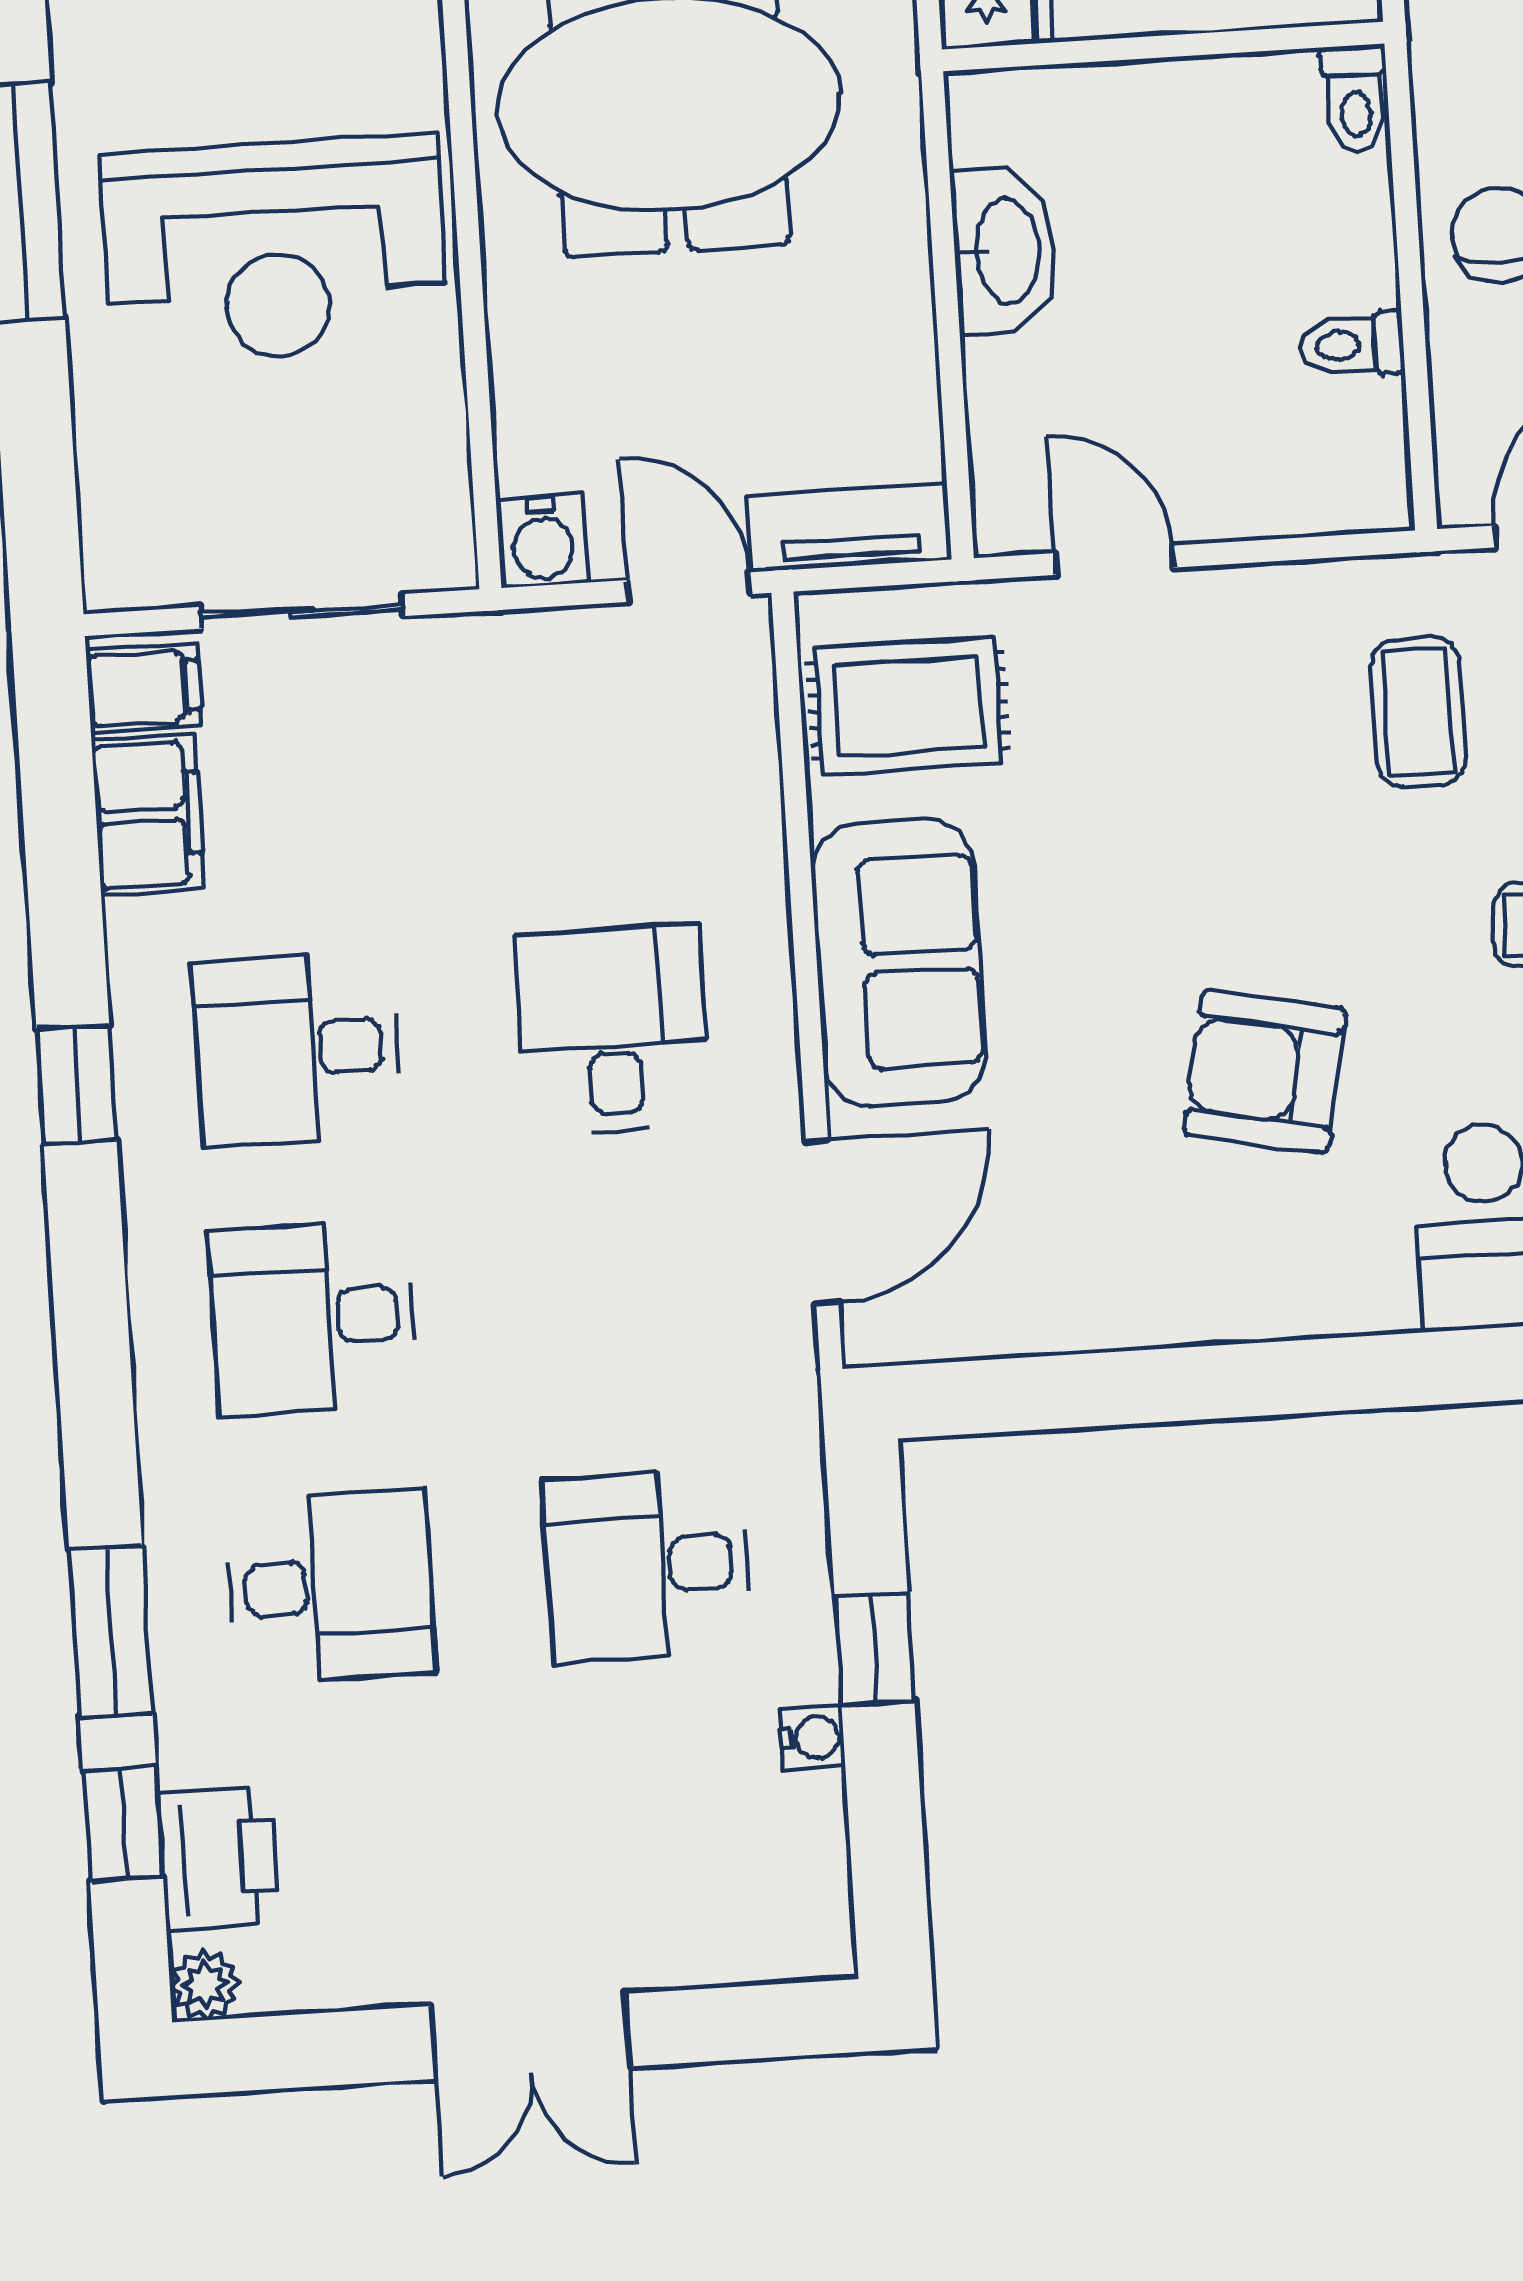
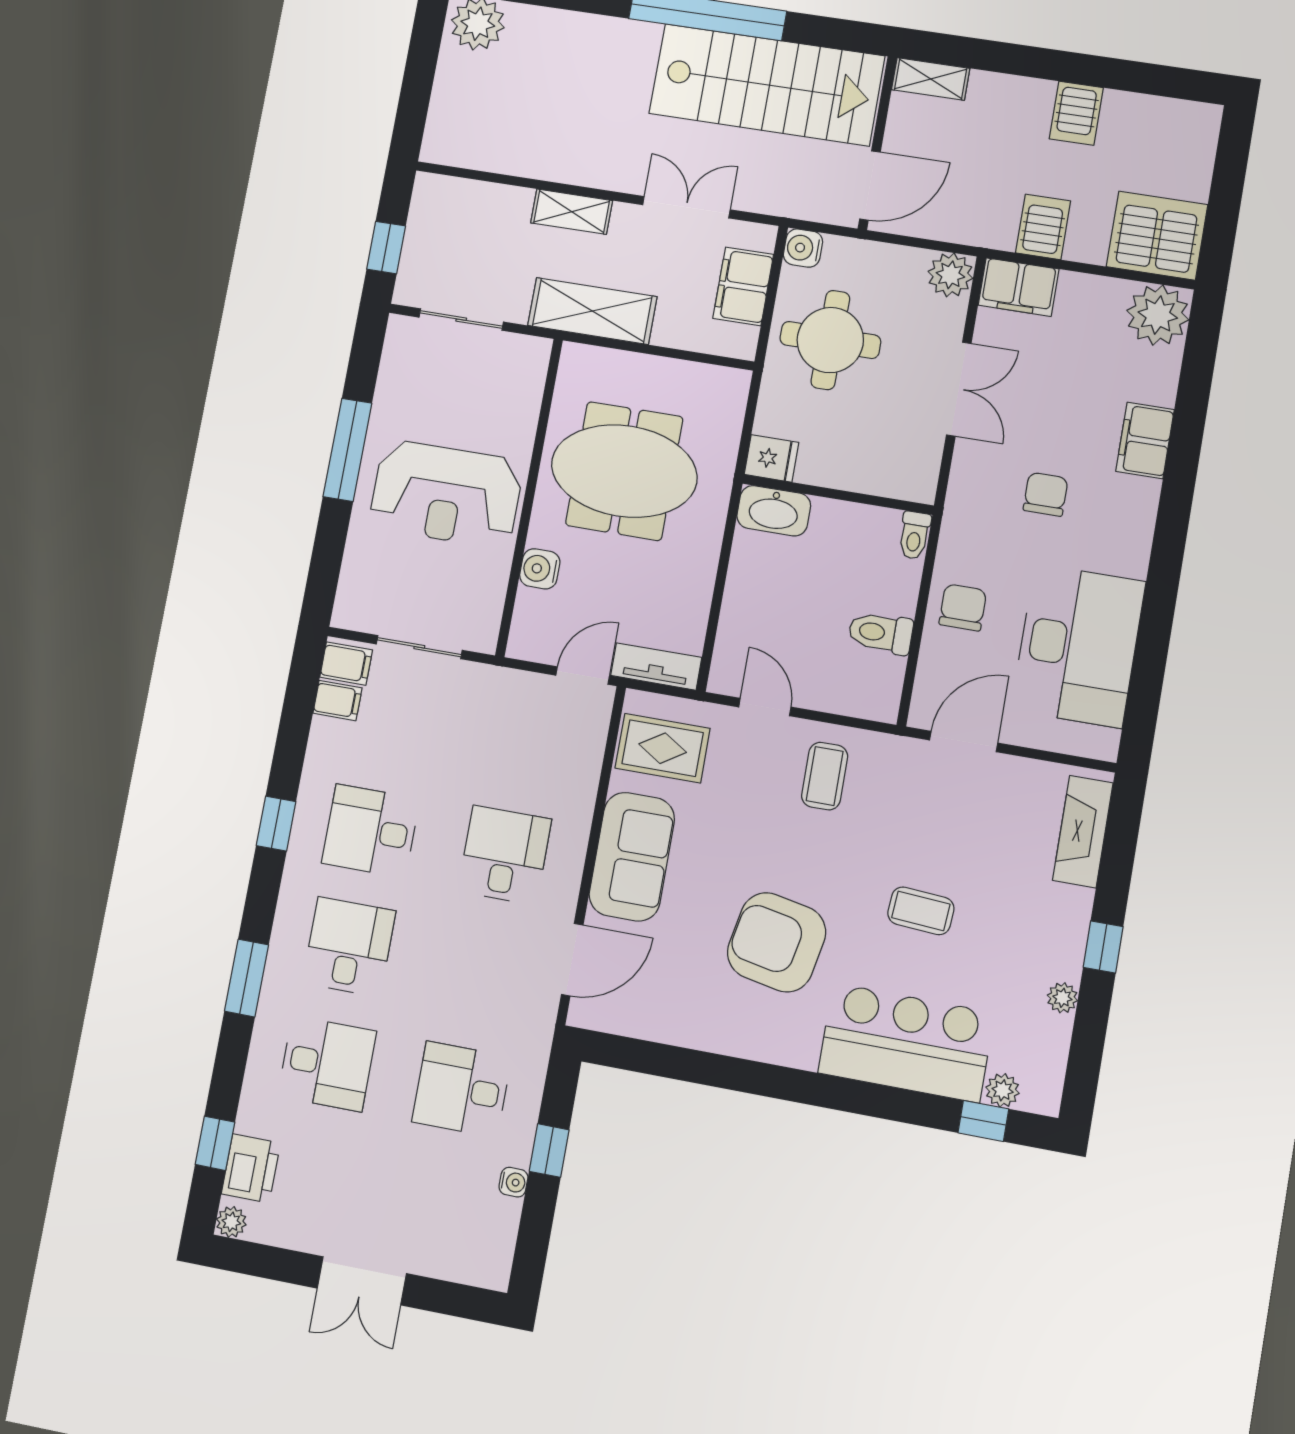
washbasin: (1005, 251) -> (774, 511), moved, turned 90
toilet: (1352, 345) -> (881, 633), width x1.37, depth x1.39
water cooler: (542, 541) -> (540, 569), moved, turned 90
door: (689, 587) -> (583, 675), hinge flipped
coffee table: (1418, 712) -> (825, 776), moved
filing cabinet: (148, 815) -> (337, 700), width x0.50
armchair: (1265, 1072) -> (777, 942), width x1.36, depth x1.36
desk: (314, 1318) -> (349, 947), turned 90
window: (111, 1632) -> (247, 978), moved

